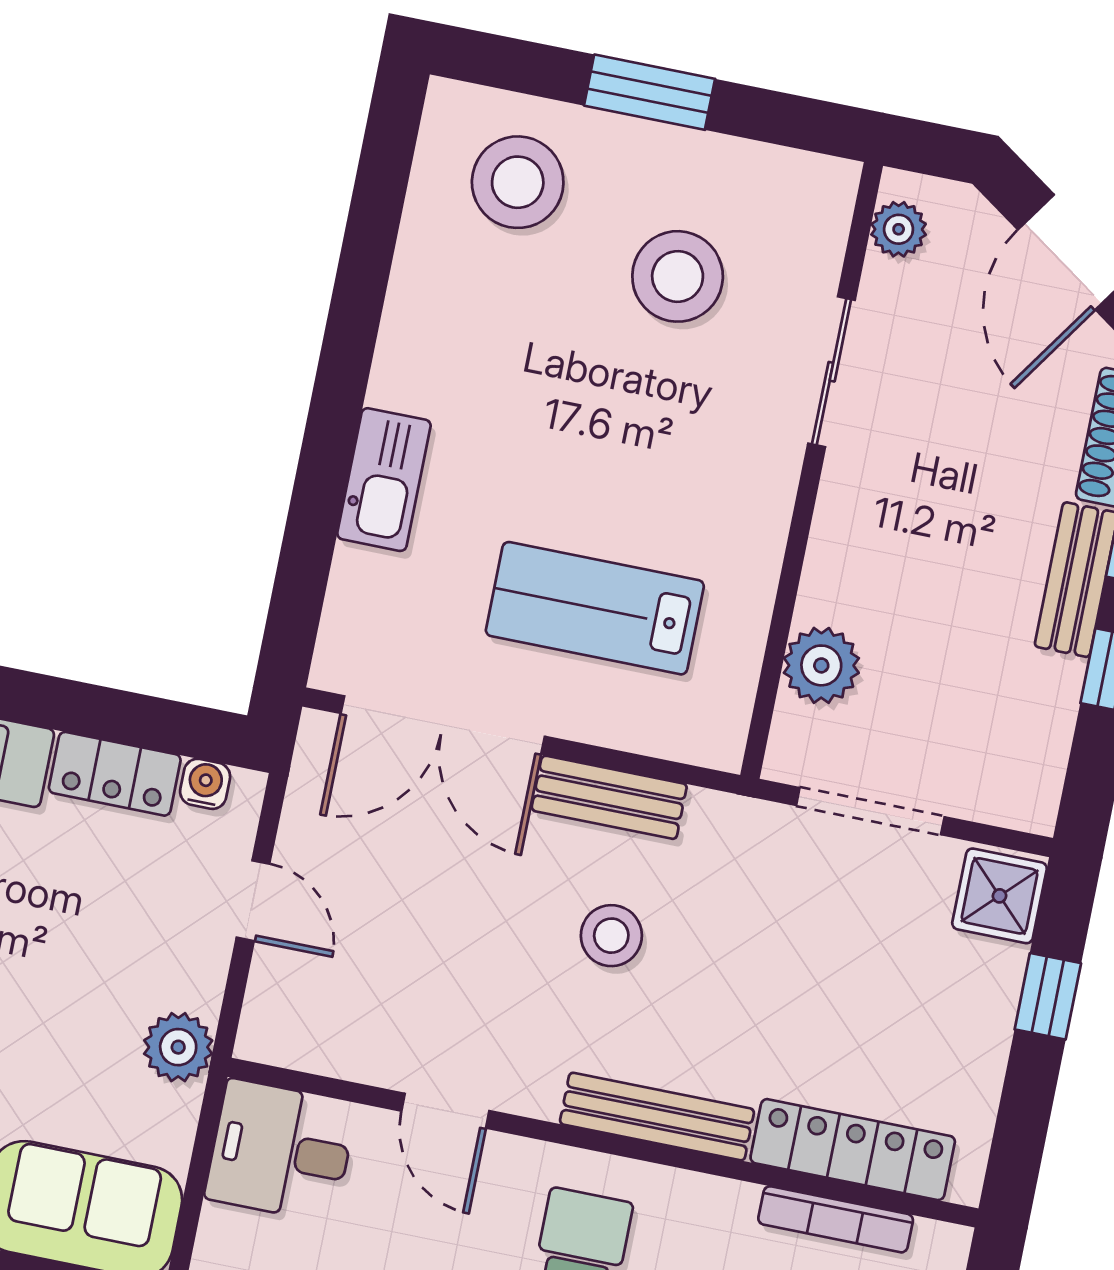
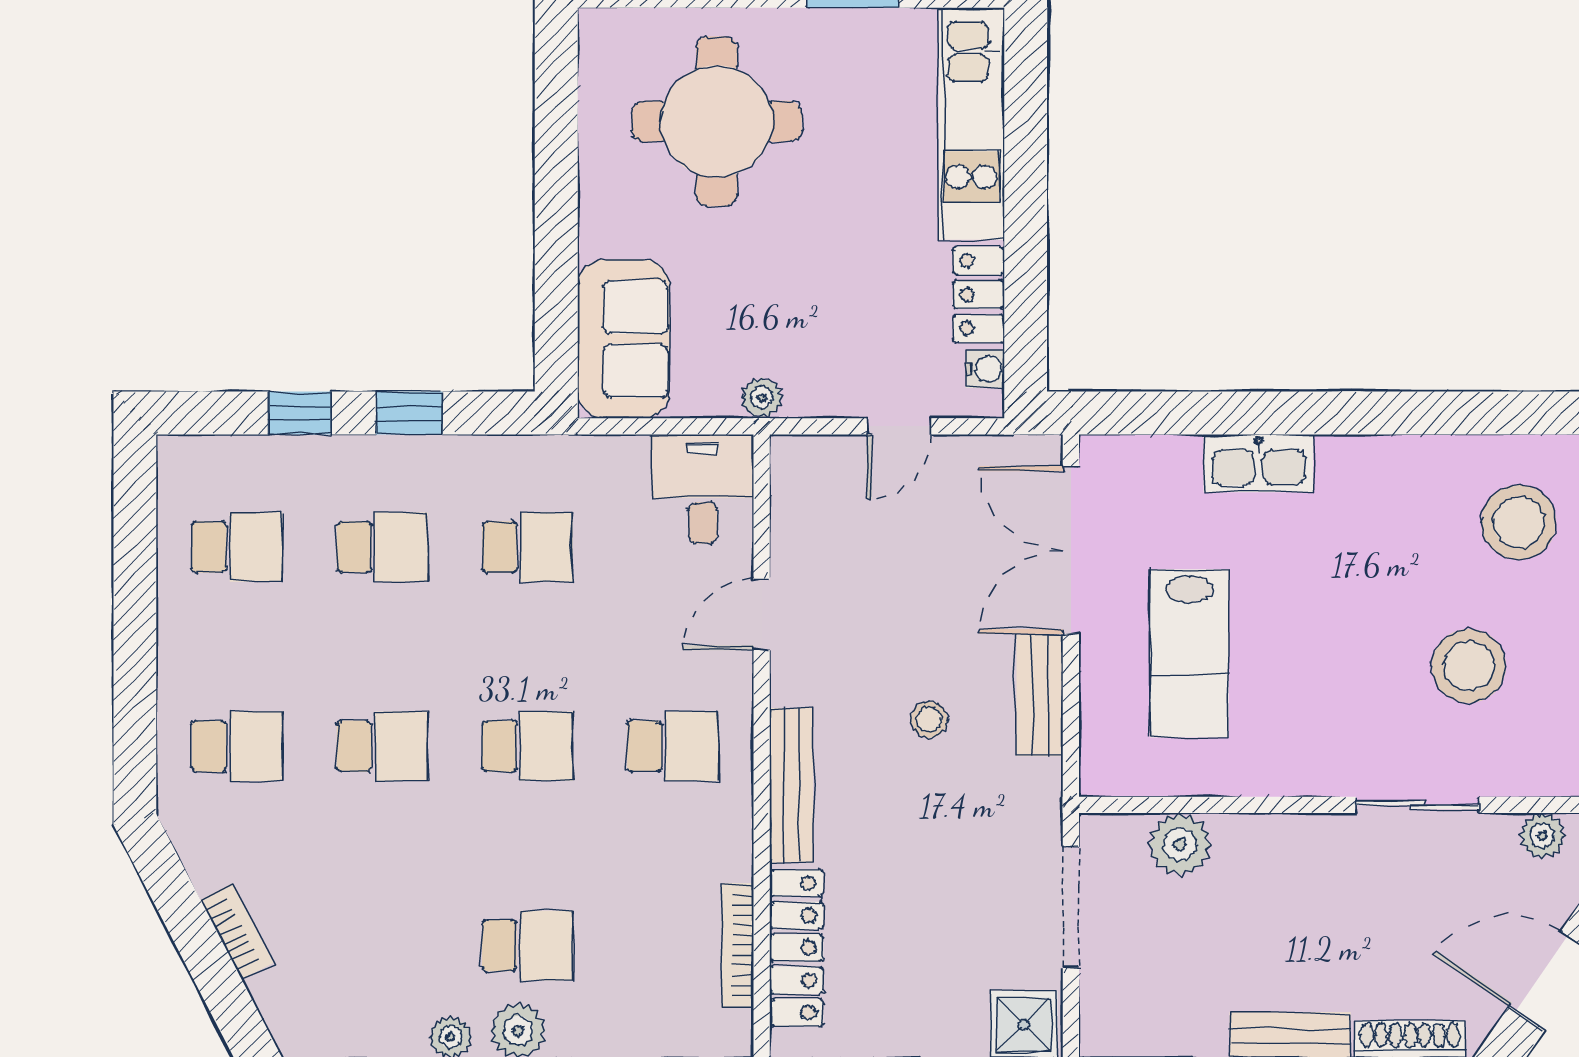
lab bench: (595, 608) -> (1189, 653), turned 180
stool: (611, 936) -> (929, 719), width x0.73, depth x0.73
plant: (178, 1047) -> (762, 398), width x0.73, depth x0.73

